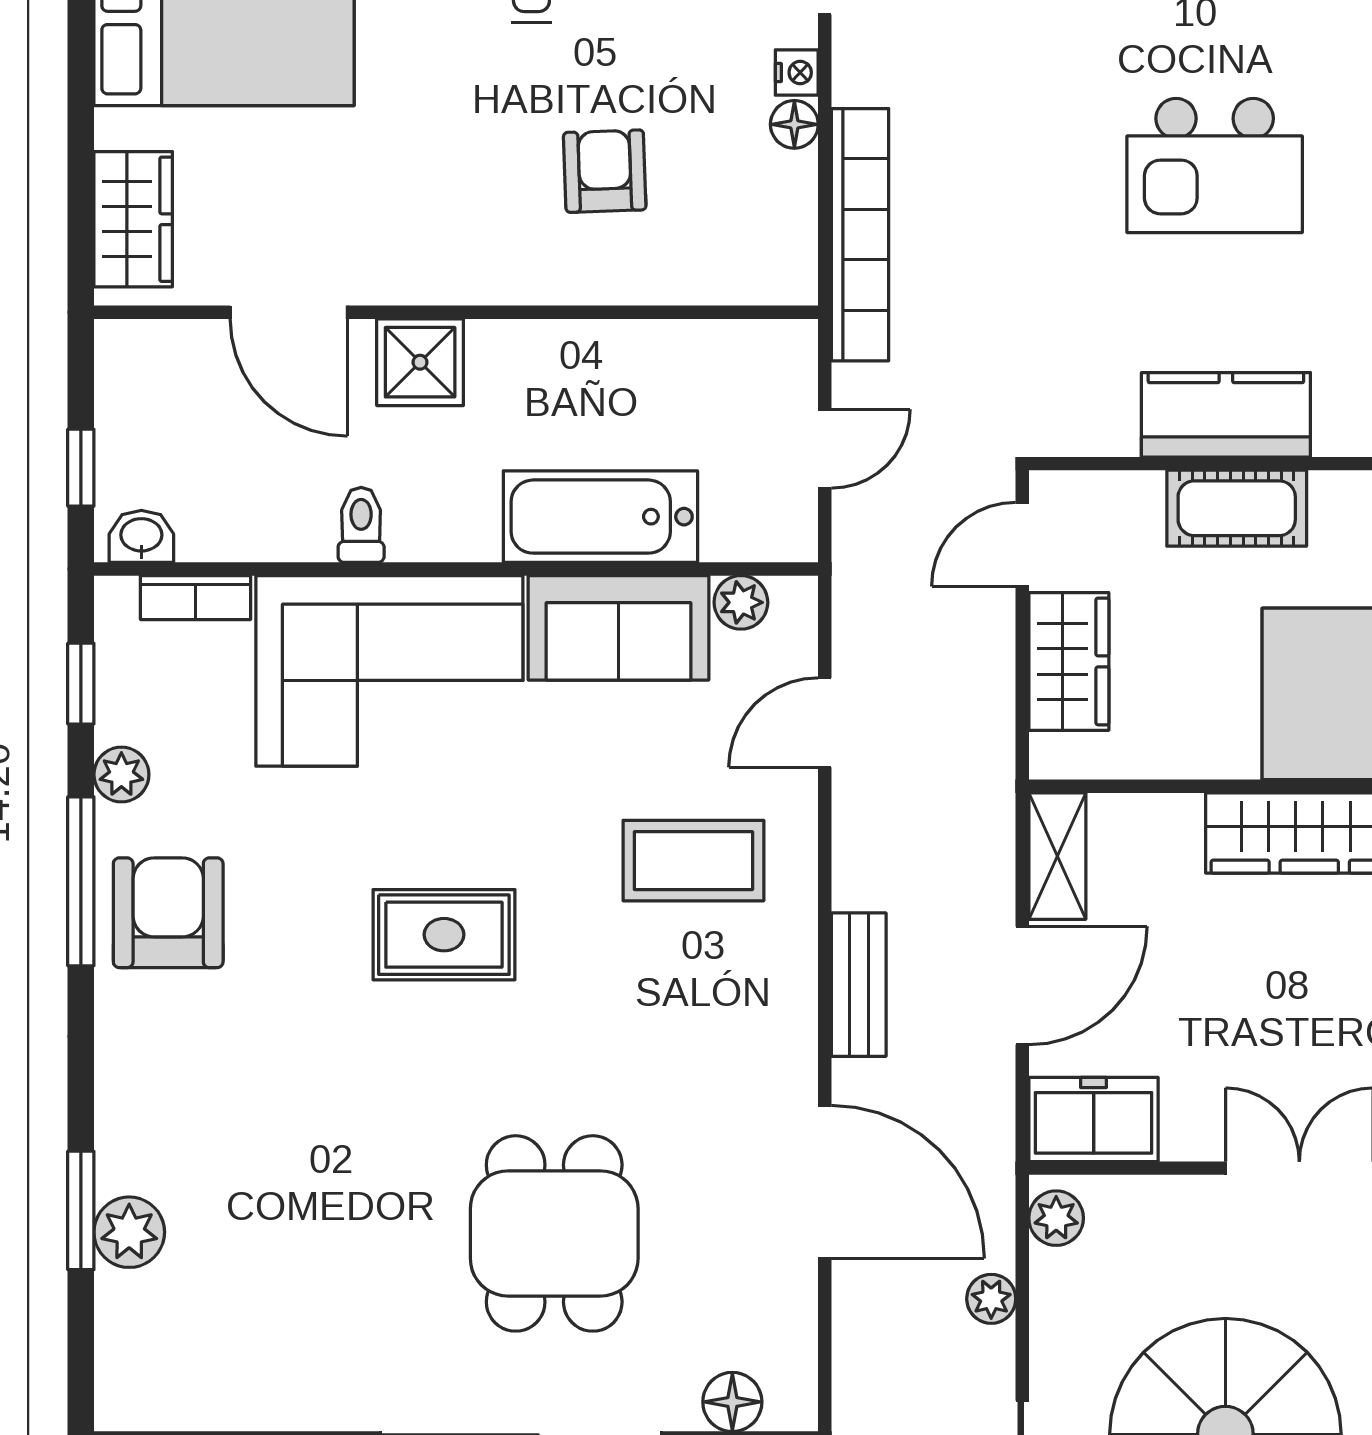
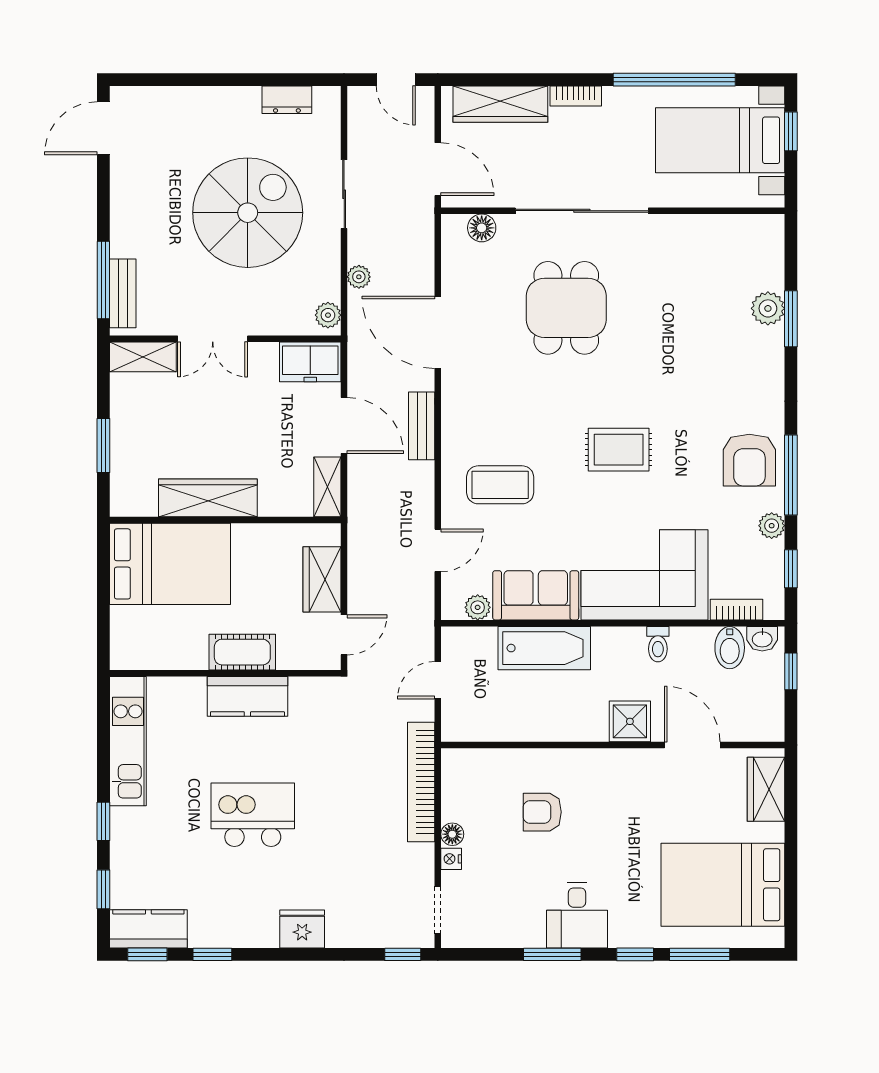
armchair: (605, 171) -> (542, 812), turned 92
bidet: (210, 518) -> (730, 648), added
door: (1022, 986) -> (344, 425), swing flipped

